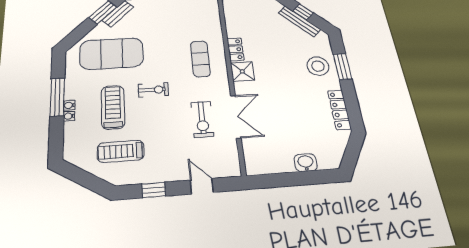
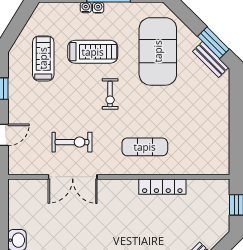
locker: (236, 49) -> (162, 187), width x1.53
shower: (242, 71) -> (126, 191), removed
exercise bike: (202, 119) -> (72, 142), turned 180

